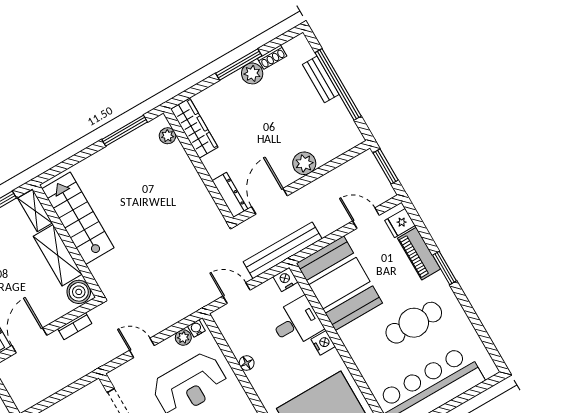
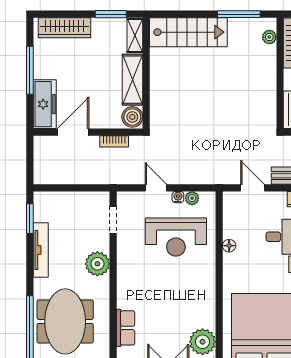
stairs: (78, 218) -> (188, 32), moved, turned 90
water cooler: (196, 328) -> (178, 197), moved

